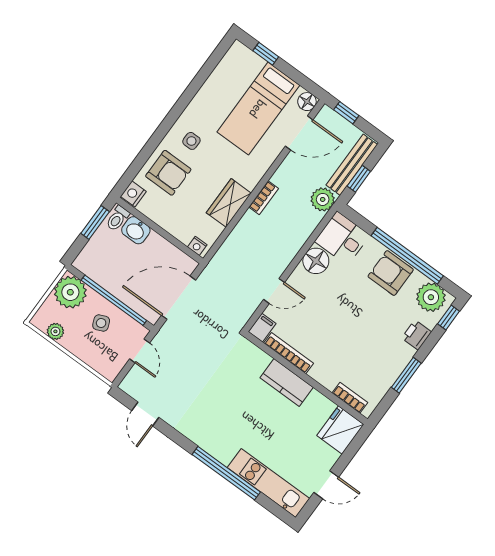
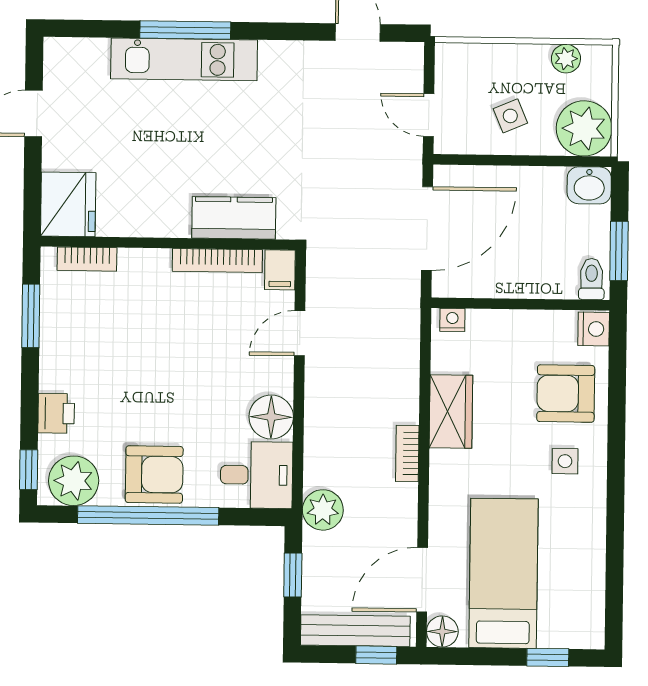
bench: (352, 165) -> (355, 631), moved, turned 90
washbasin: (136, 230) -> (589, 185), moved, turned 180
window: (114, 300) -> (515, 161), removed
window: (406, 375) -> (31, 316), moved
kitchen counter: (287, 383) -> (234, 218), moved
window: (226, 473) -> (185, 30), width x0.68
kitchen unit: (269, 483) -> (184, 59), moved

